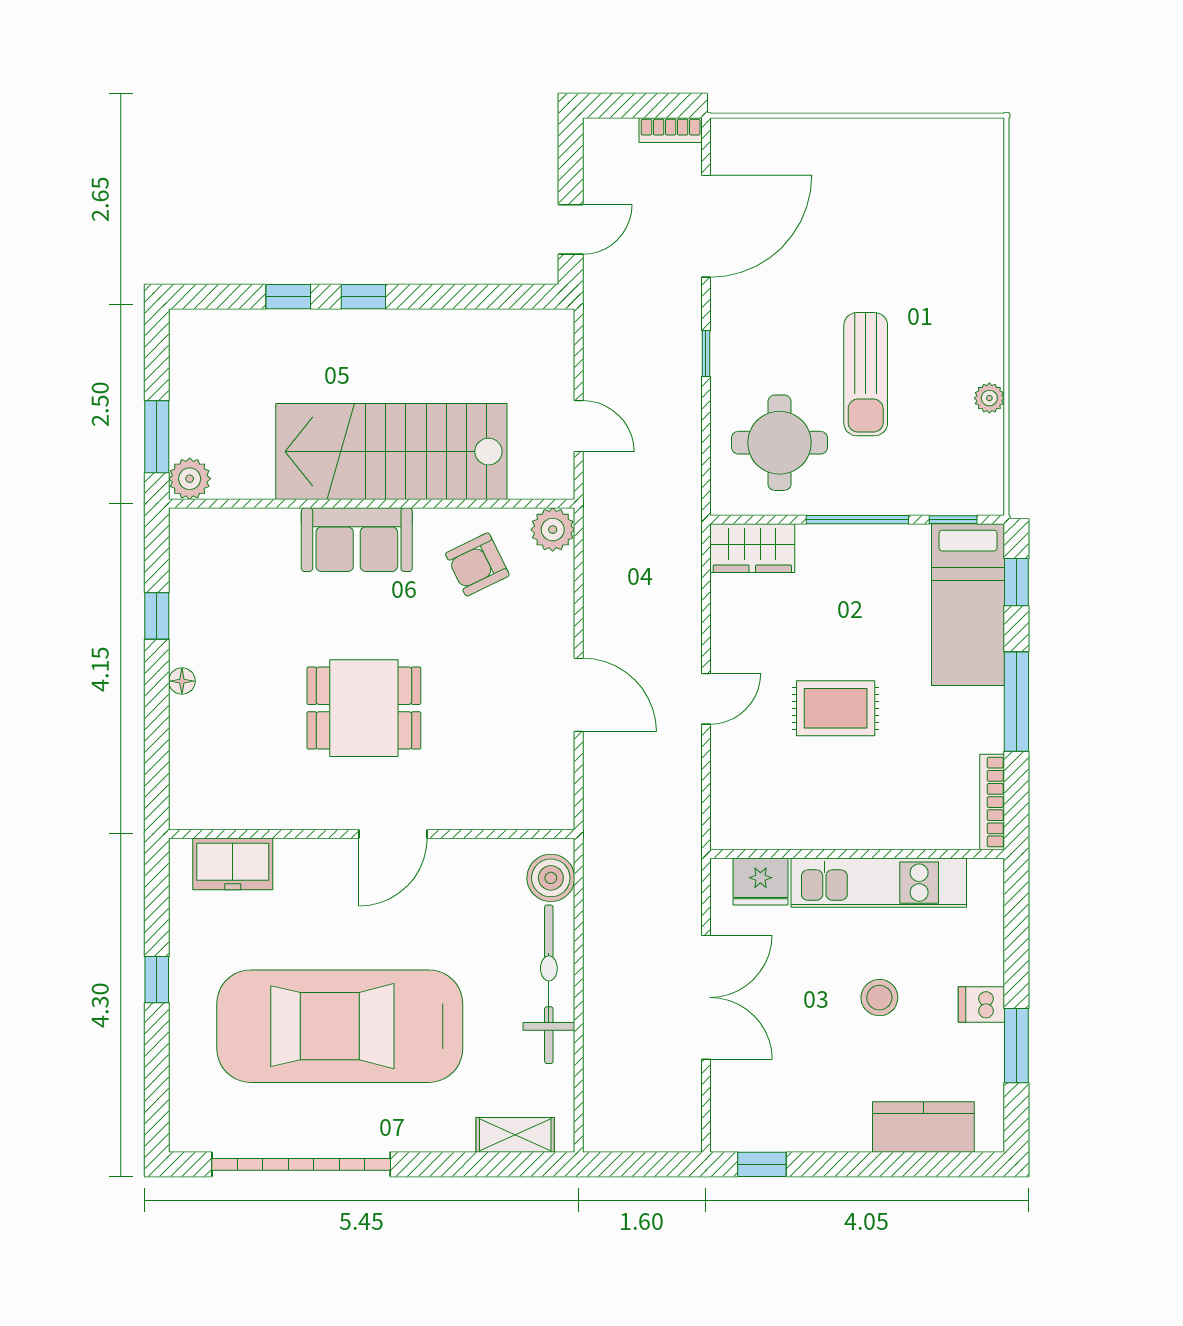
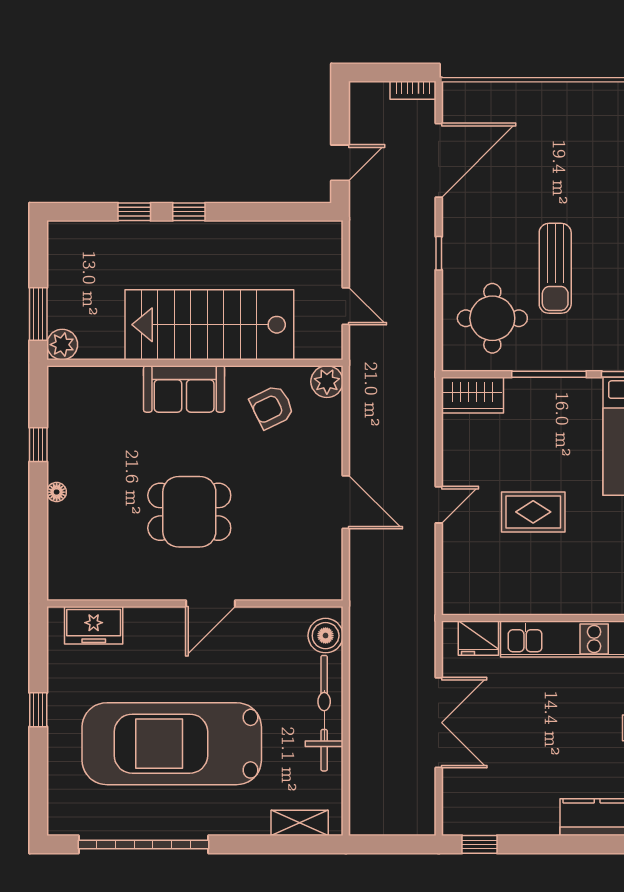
stool: (879, 998) -> (565, 723), removed

